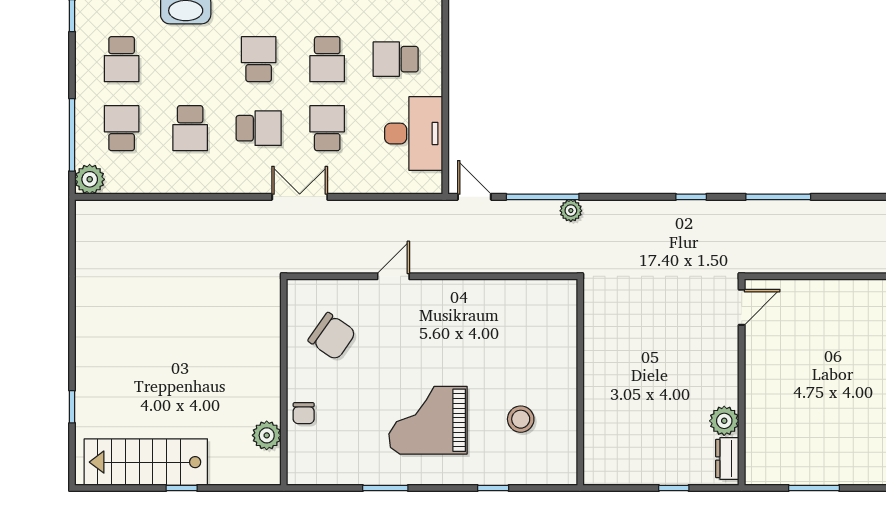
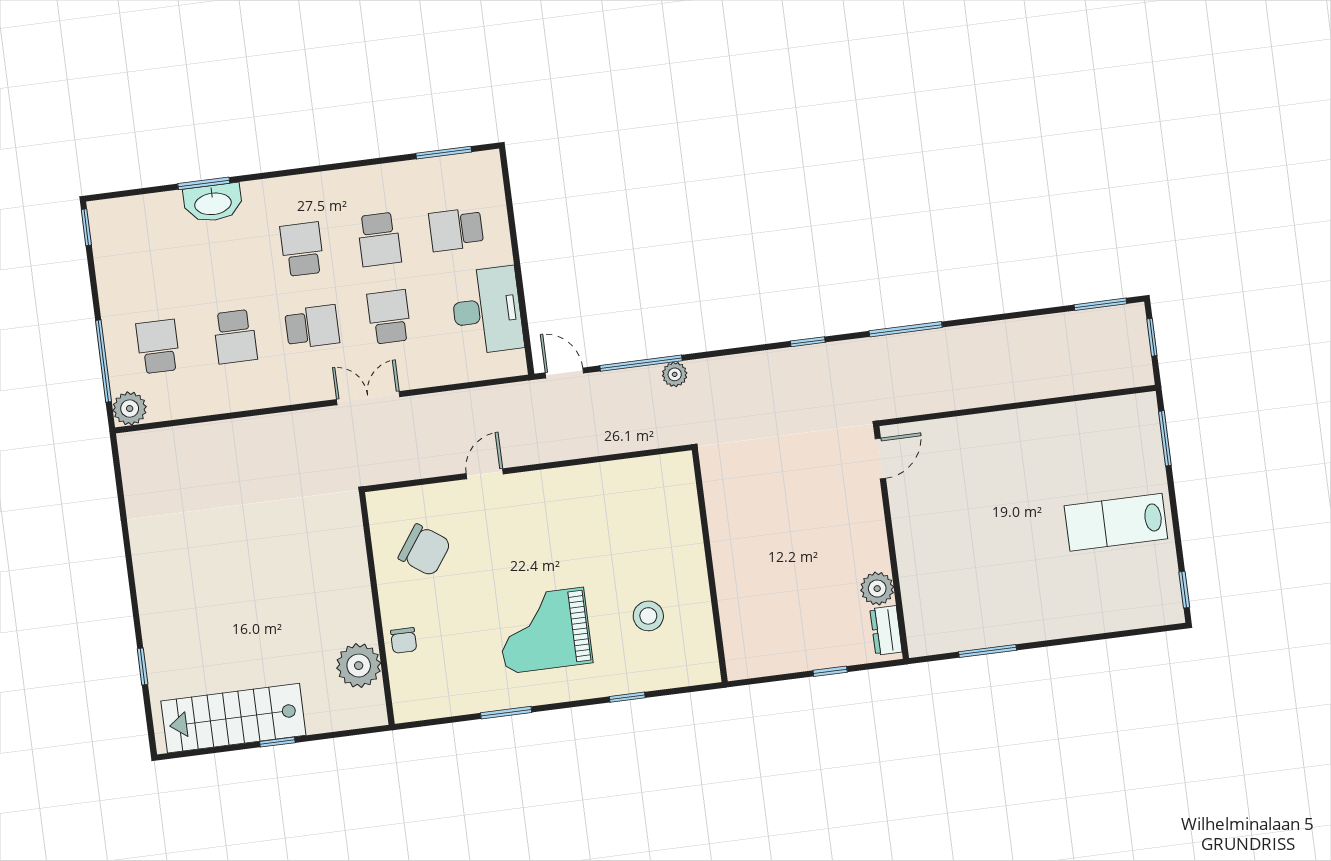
school desk: (122, 59) -> (148, 269), removed
plant: (267, 435) -> (359, 666), width x1.36, depth x1.36

